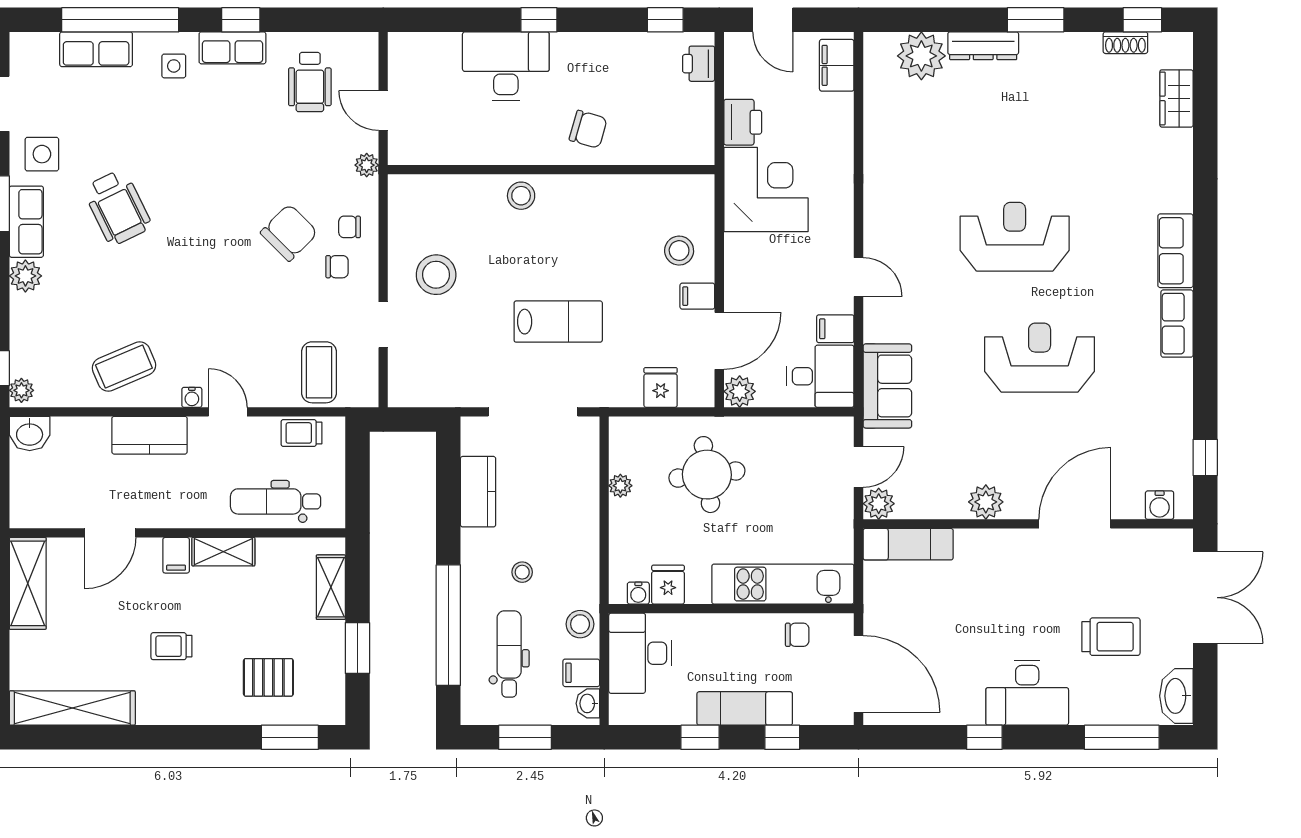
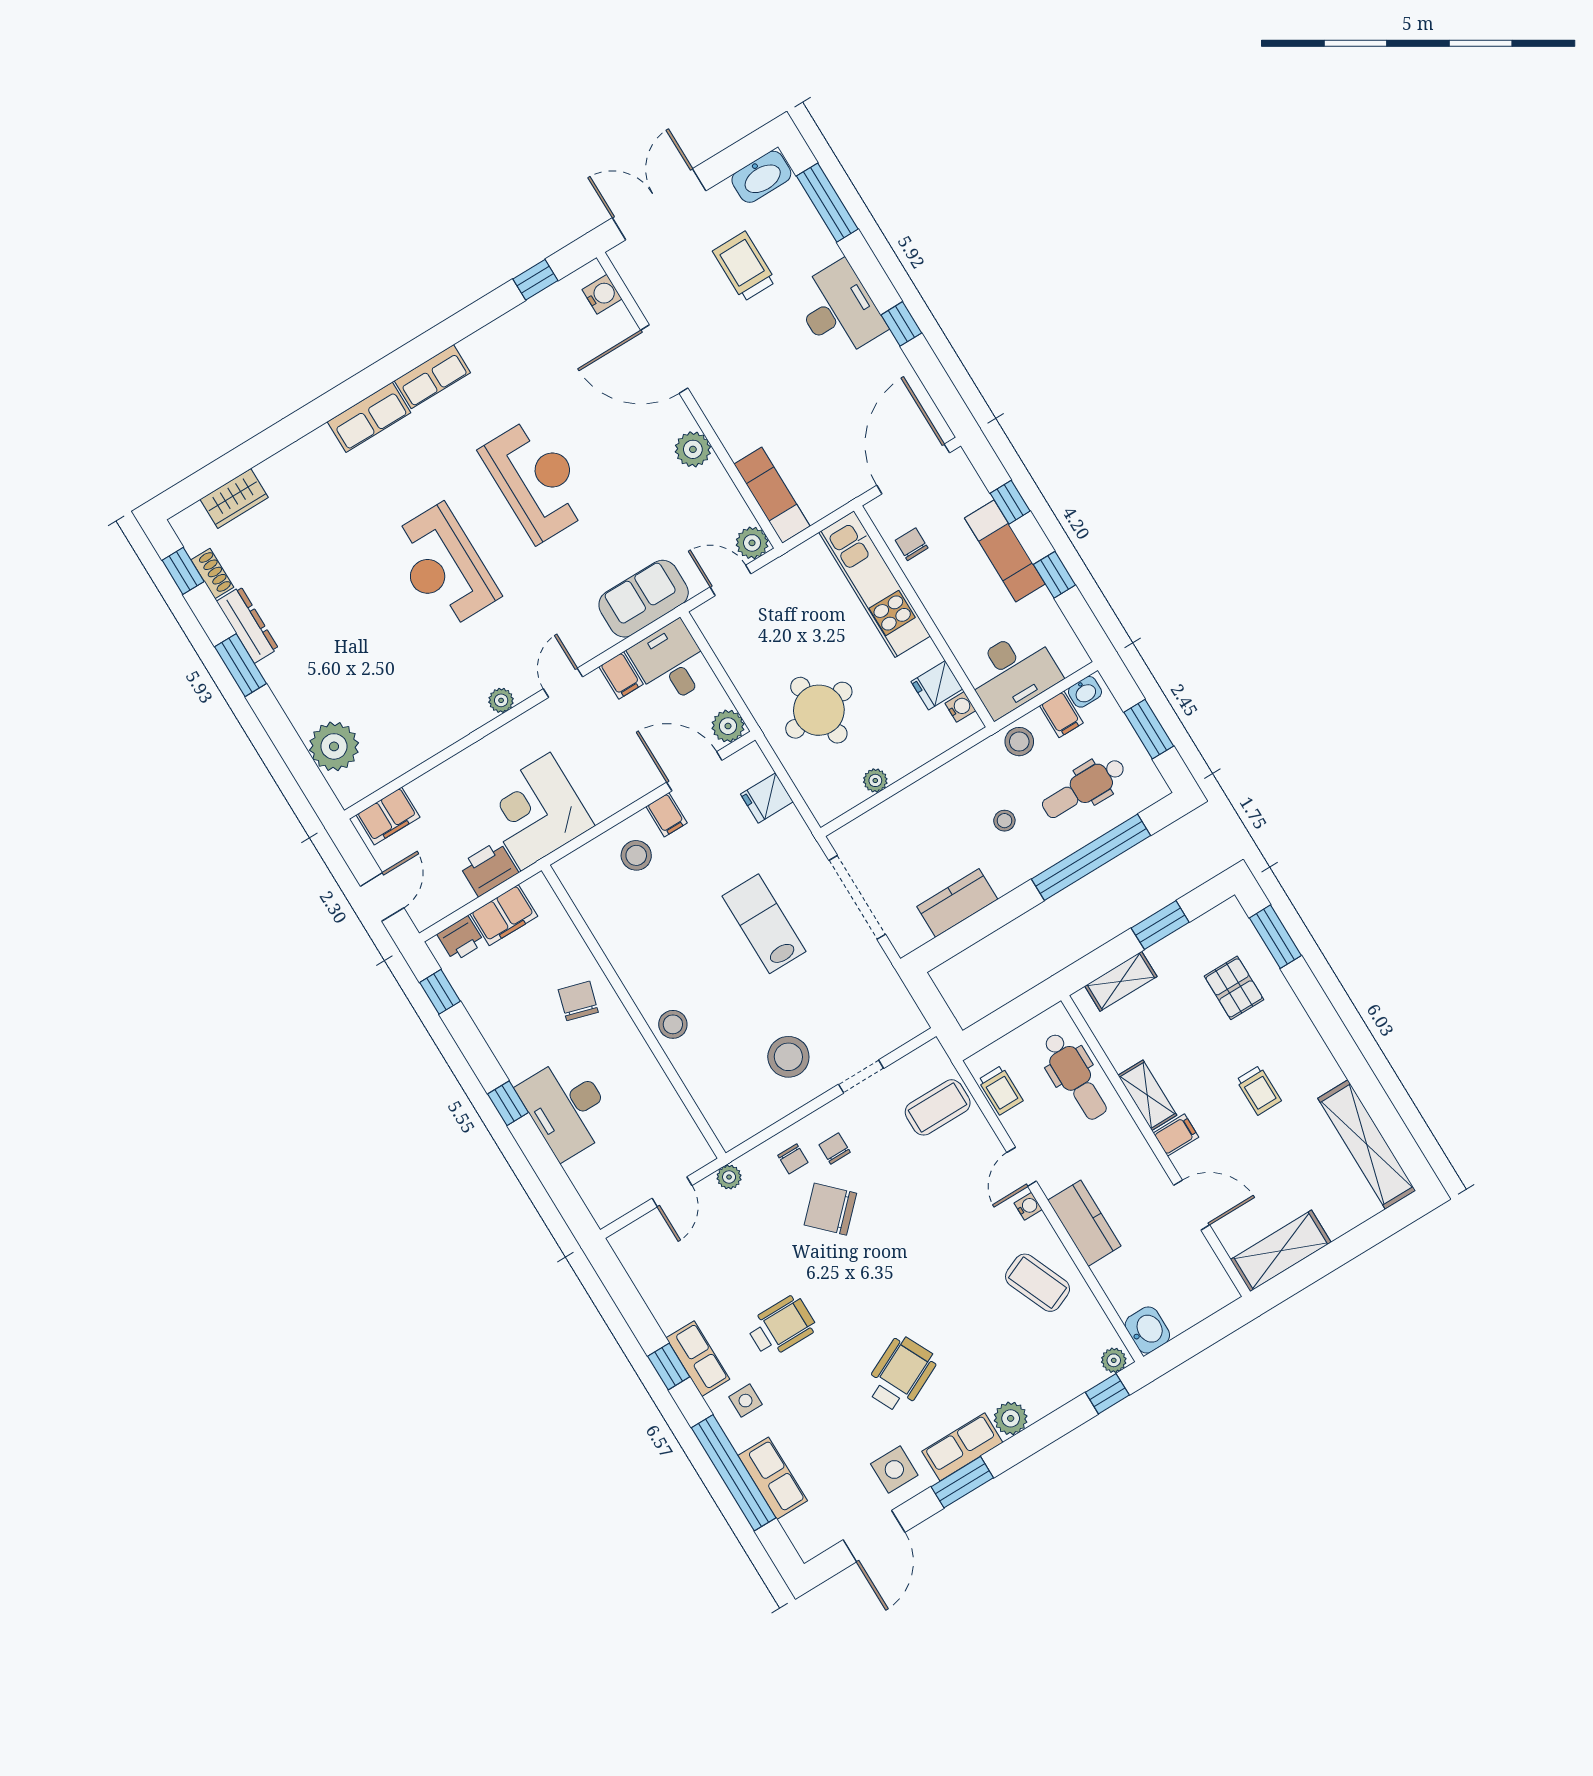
dresser: (983, 46) -> (247, 625), moved
wheelchair: (310, 82) -> (781, 1326), moved
filing cabinet: (696, 111) -> (504, 915), added
plant: (875, 217) -> (501, 700), added
reception desk: (1040, 358) -> (536, 480), turned 180

